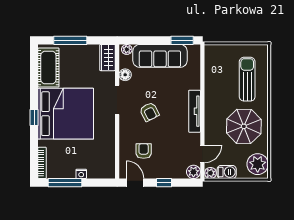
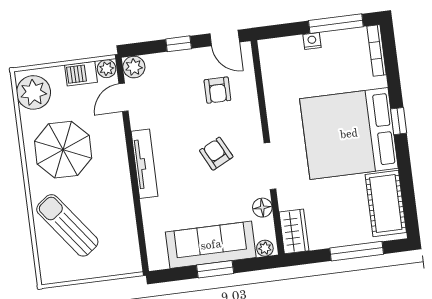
window: (182, 40) -> (215, 269), moved
sun lounger: (247, 79) -> (67, 225), turned 143

